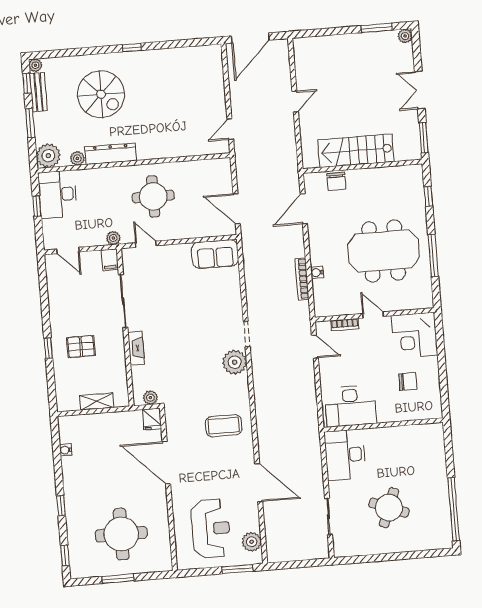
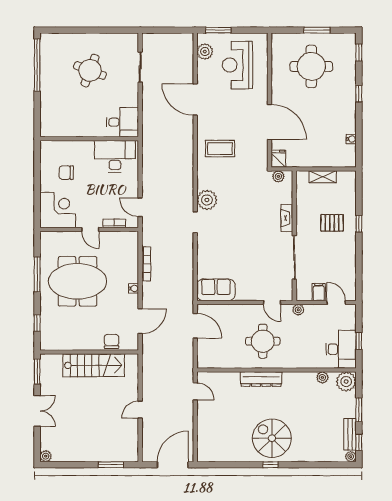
window: (377, 28) -> (111, 465), moved
spiral stairs: (101, 94) -> (272, 438), moved
door: (230, 129) -> (195, 391), hinge flipped
dresser: (111, 154) -> (261, 379), moved
filing cabinet: (110, 260) -> (319, 292), moved
water cooler: (317, 273) -> (134, 288), moved
desk: (345, 455) -> (123, 122), width x0.73

